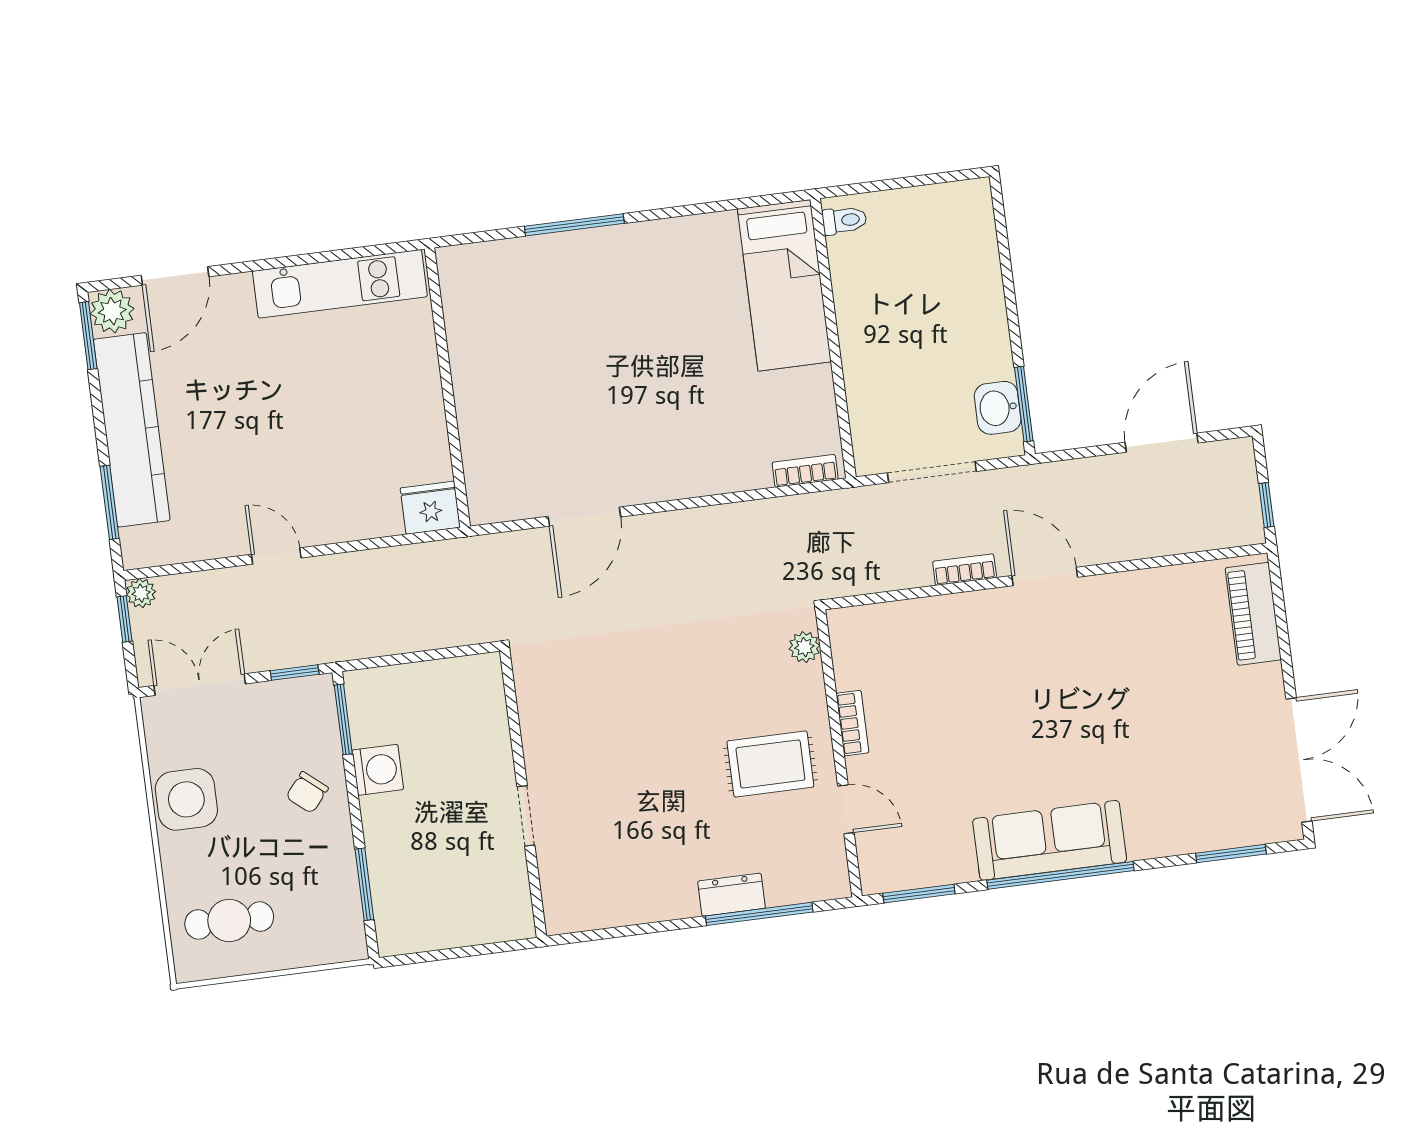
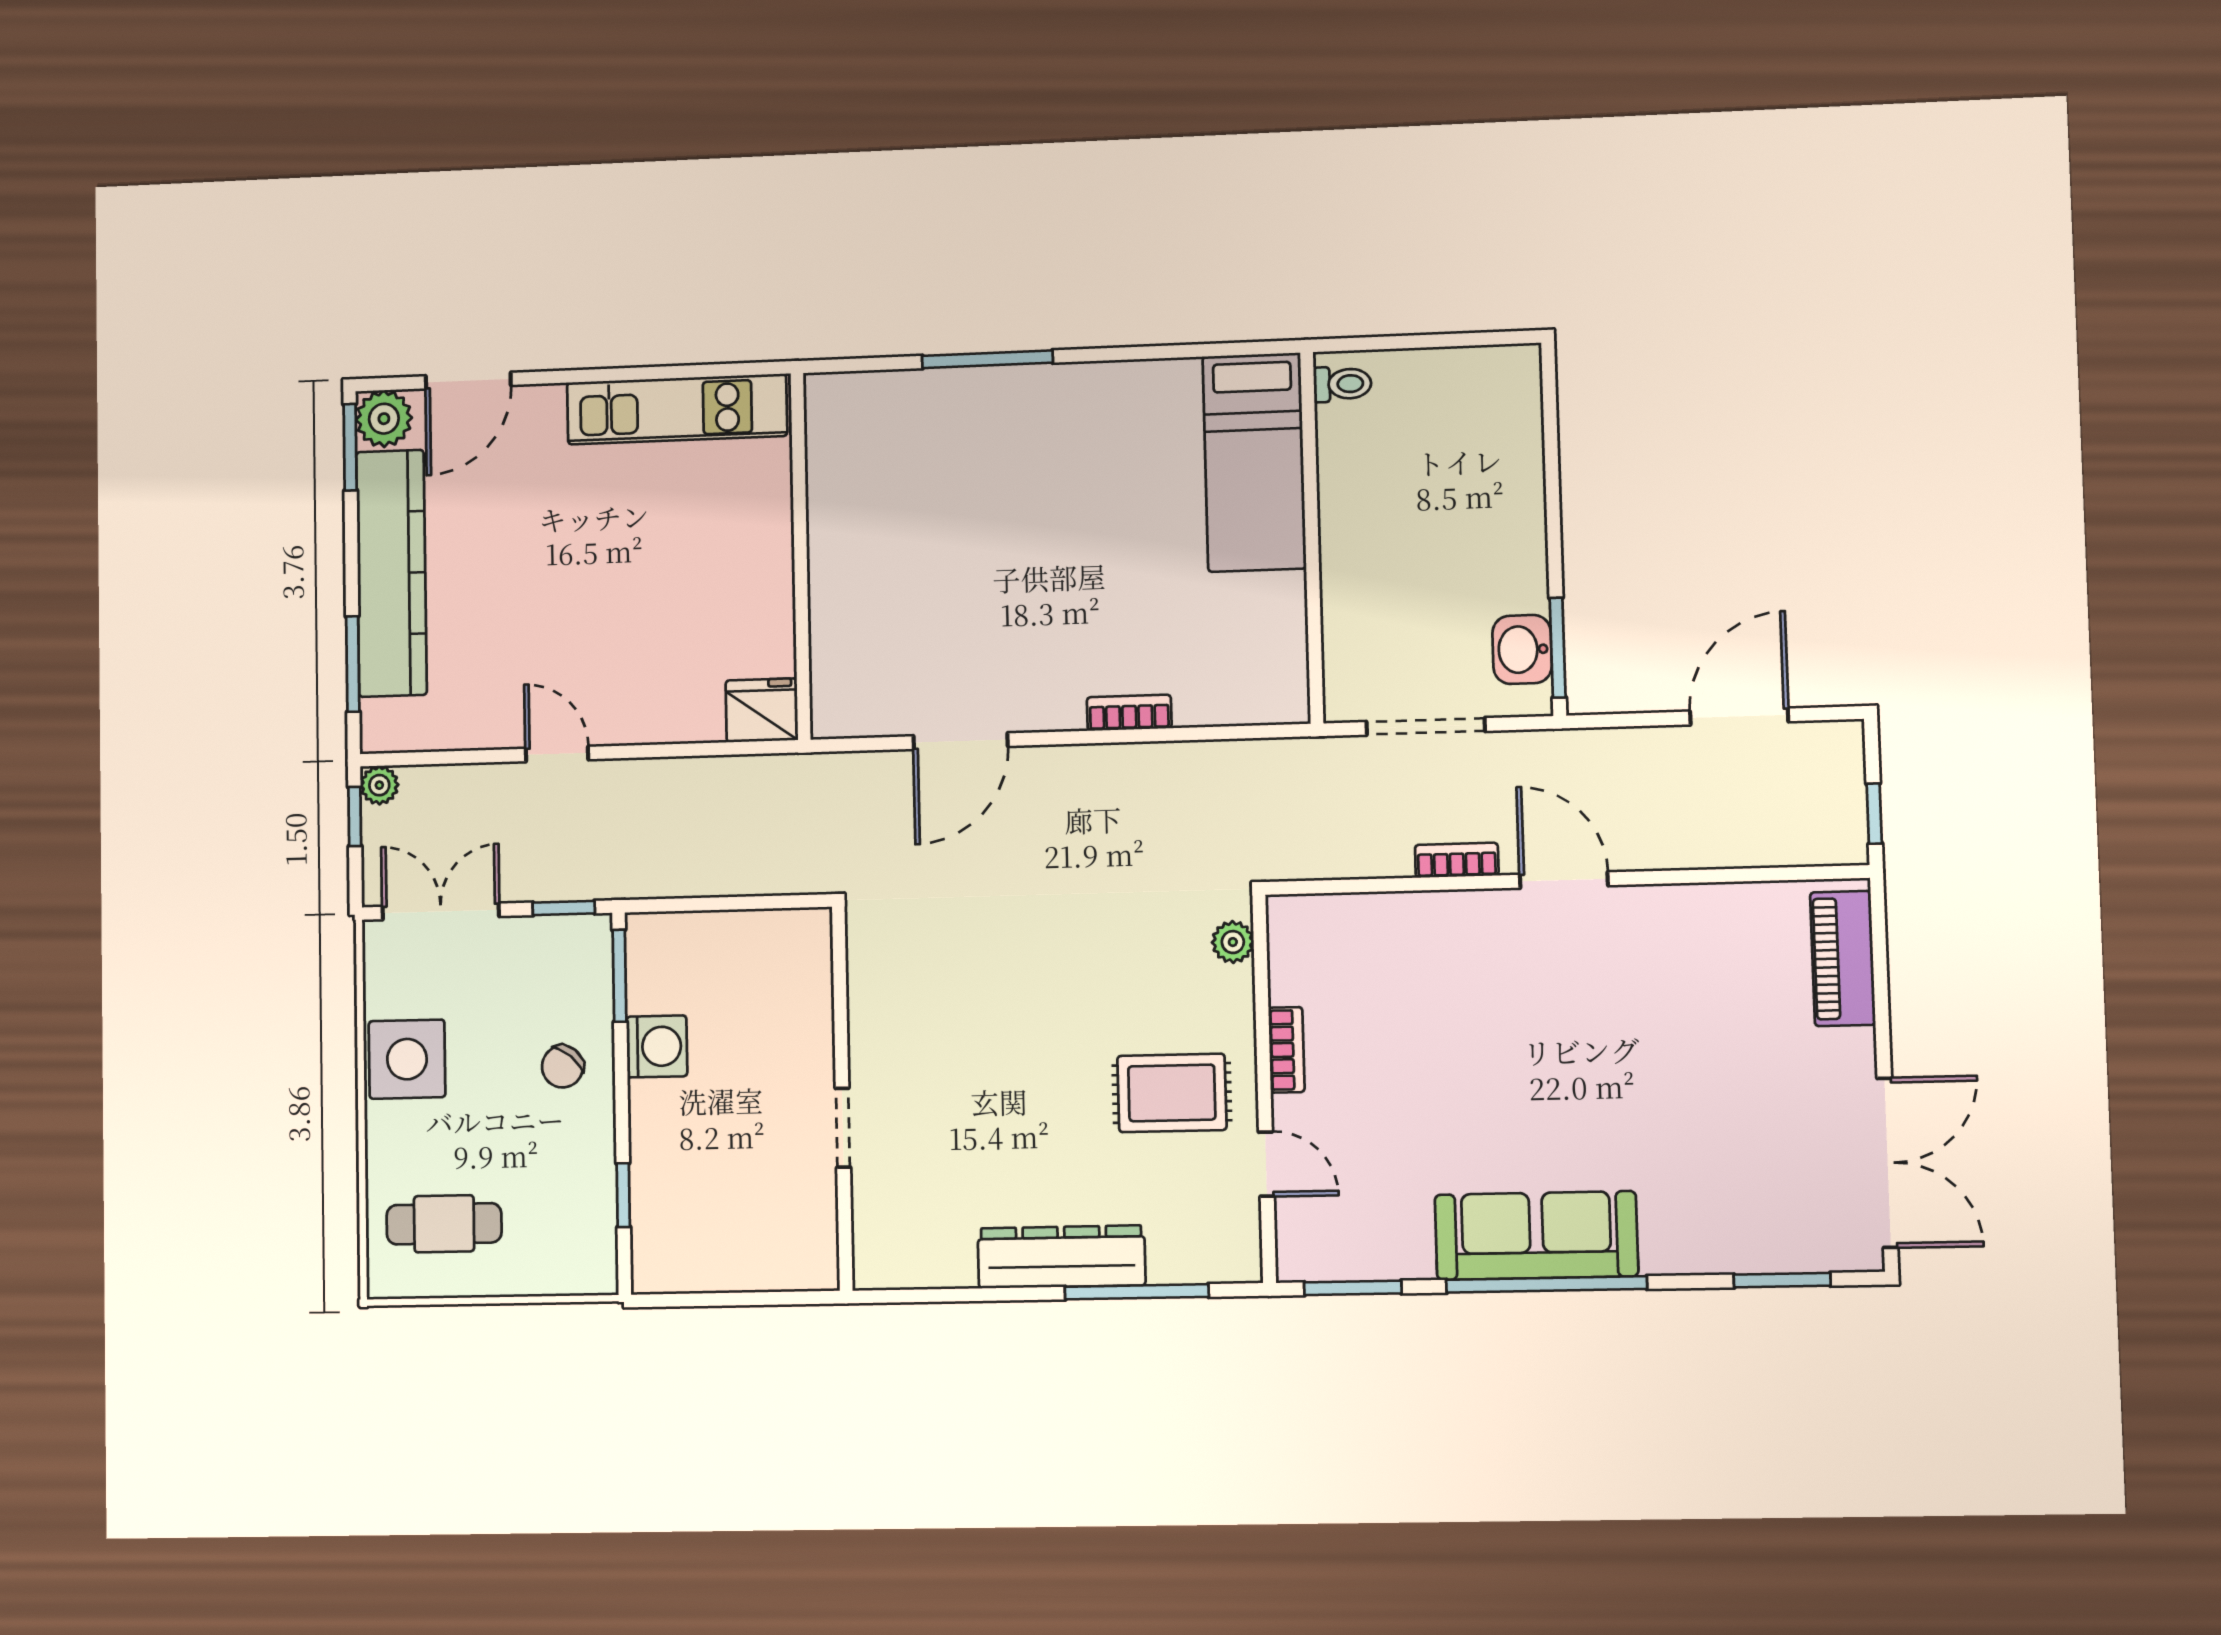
bookcase: (805, 471) -> (1129, 713), moved
window: (364, 884) -> (623, 1195), width x0.67
dresser: (732, 895) -> (1061, 1257), width x1.96, depth x1.24

